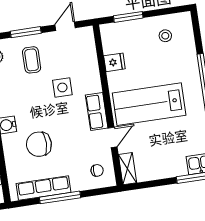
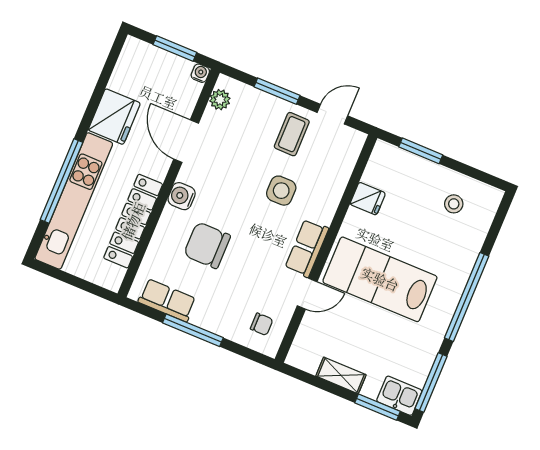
coffee table: (32, 60) -> (292, 134), moved
shelving: (128, 169) -> (341, 375), moved, turned 90
row of seats: (44, 188) -> (167, 300), width x0.68

